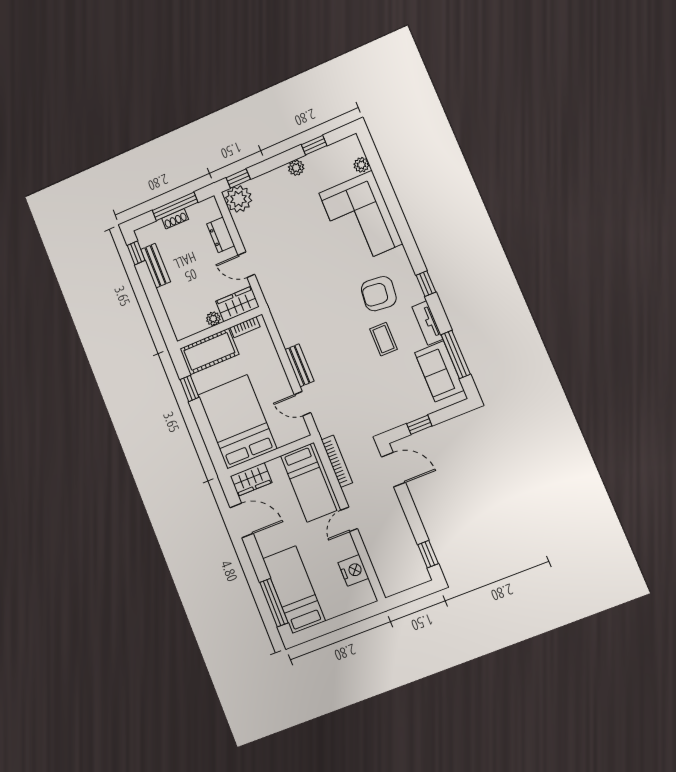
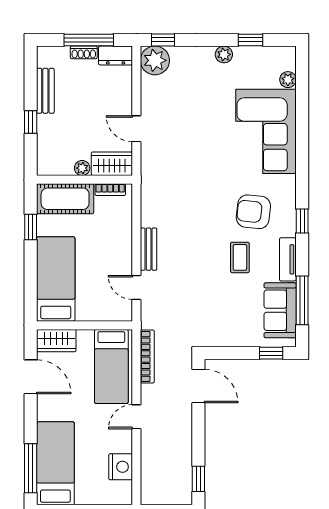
dresser: (221, 235) -> (116, 55), moved, turned -90
window: (136, 253) -> (31, 122), moved
bed: (237, 422) -> (56, 279), width x0.67
window: (419, 425) -> (271, 353), moved

